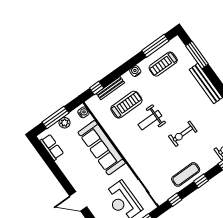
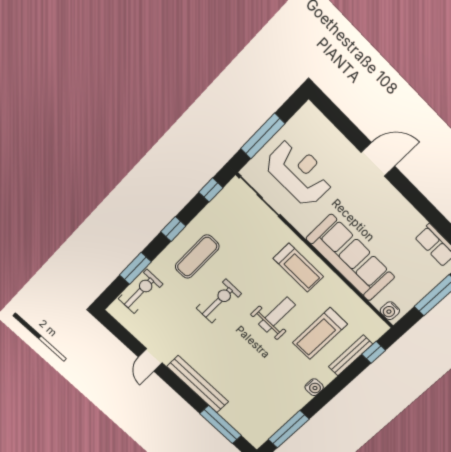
treadmill: (163, 64) -> (298, 268), moved, turned 90
plant: (65, 123) -> (420, 289), removed
exercise mat: (186, 174) -> (197, 257), moved

